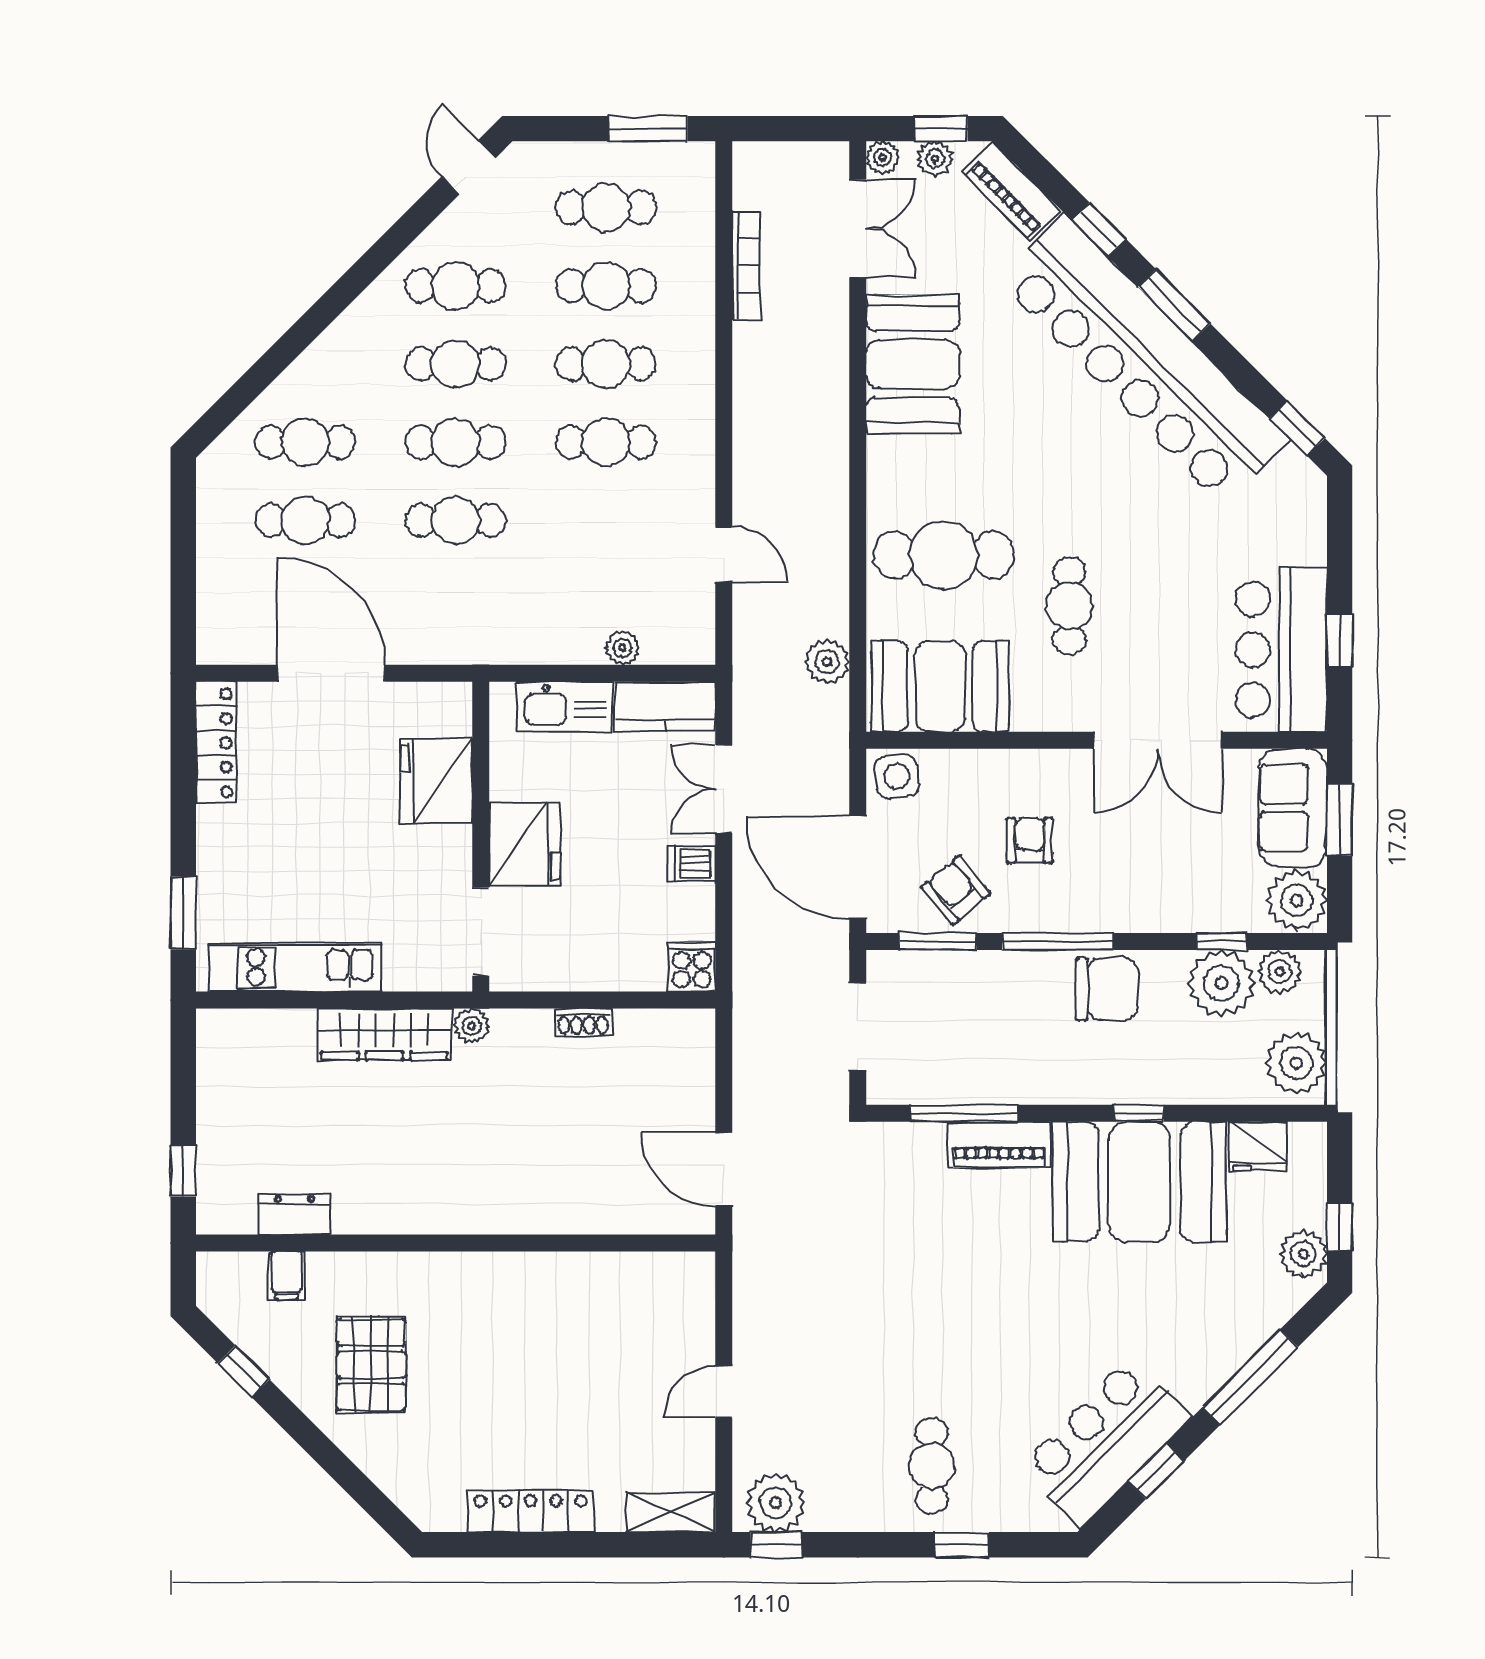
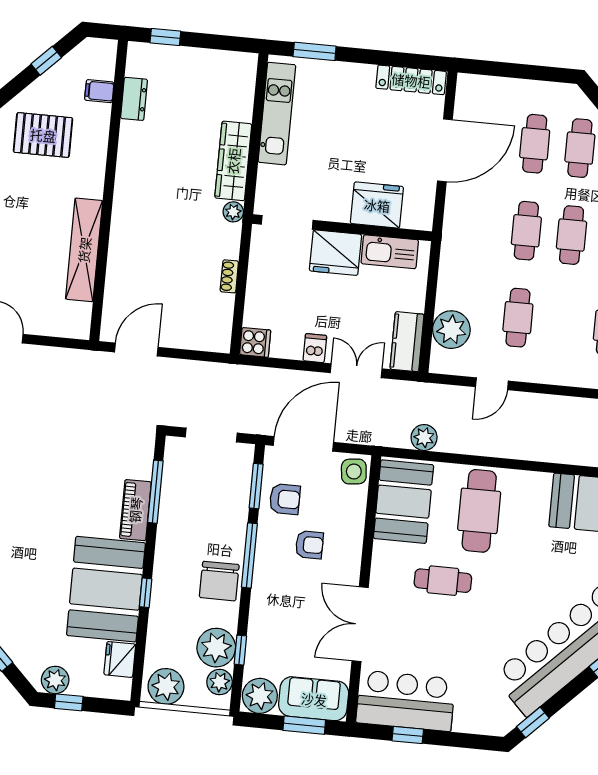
cafe table: (606, 442) -> (518, 318), moved
plant: (622, 648) -> (451, 330), width x1.87, depth x1.87
kitchen sink: (565, 707) -> (390, 252), moved, turned -90
armchair: (956, 890) -> (285, 499), turned 40
shelving: (561, 1275) -> (84, 250), added

